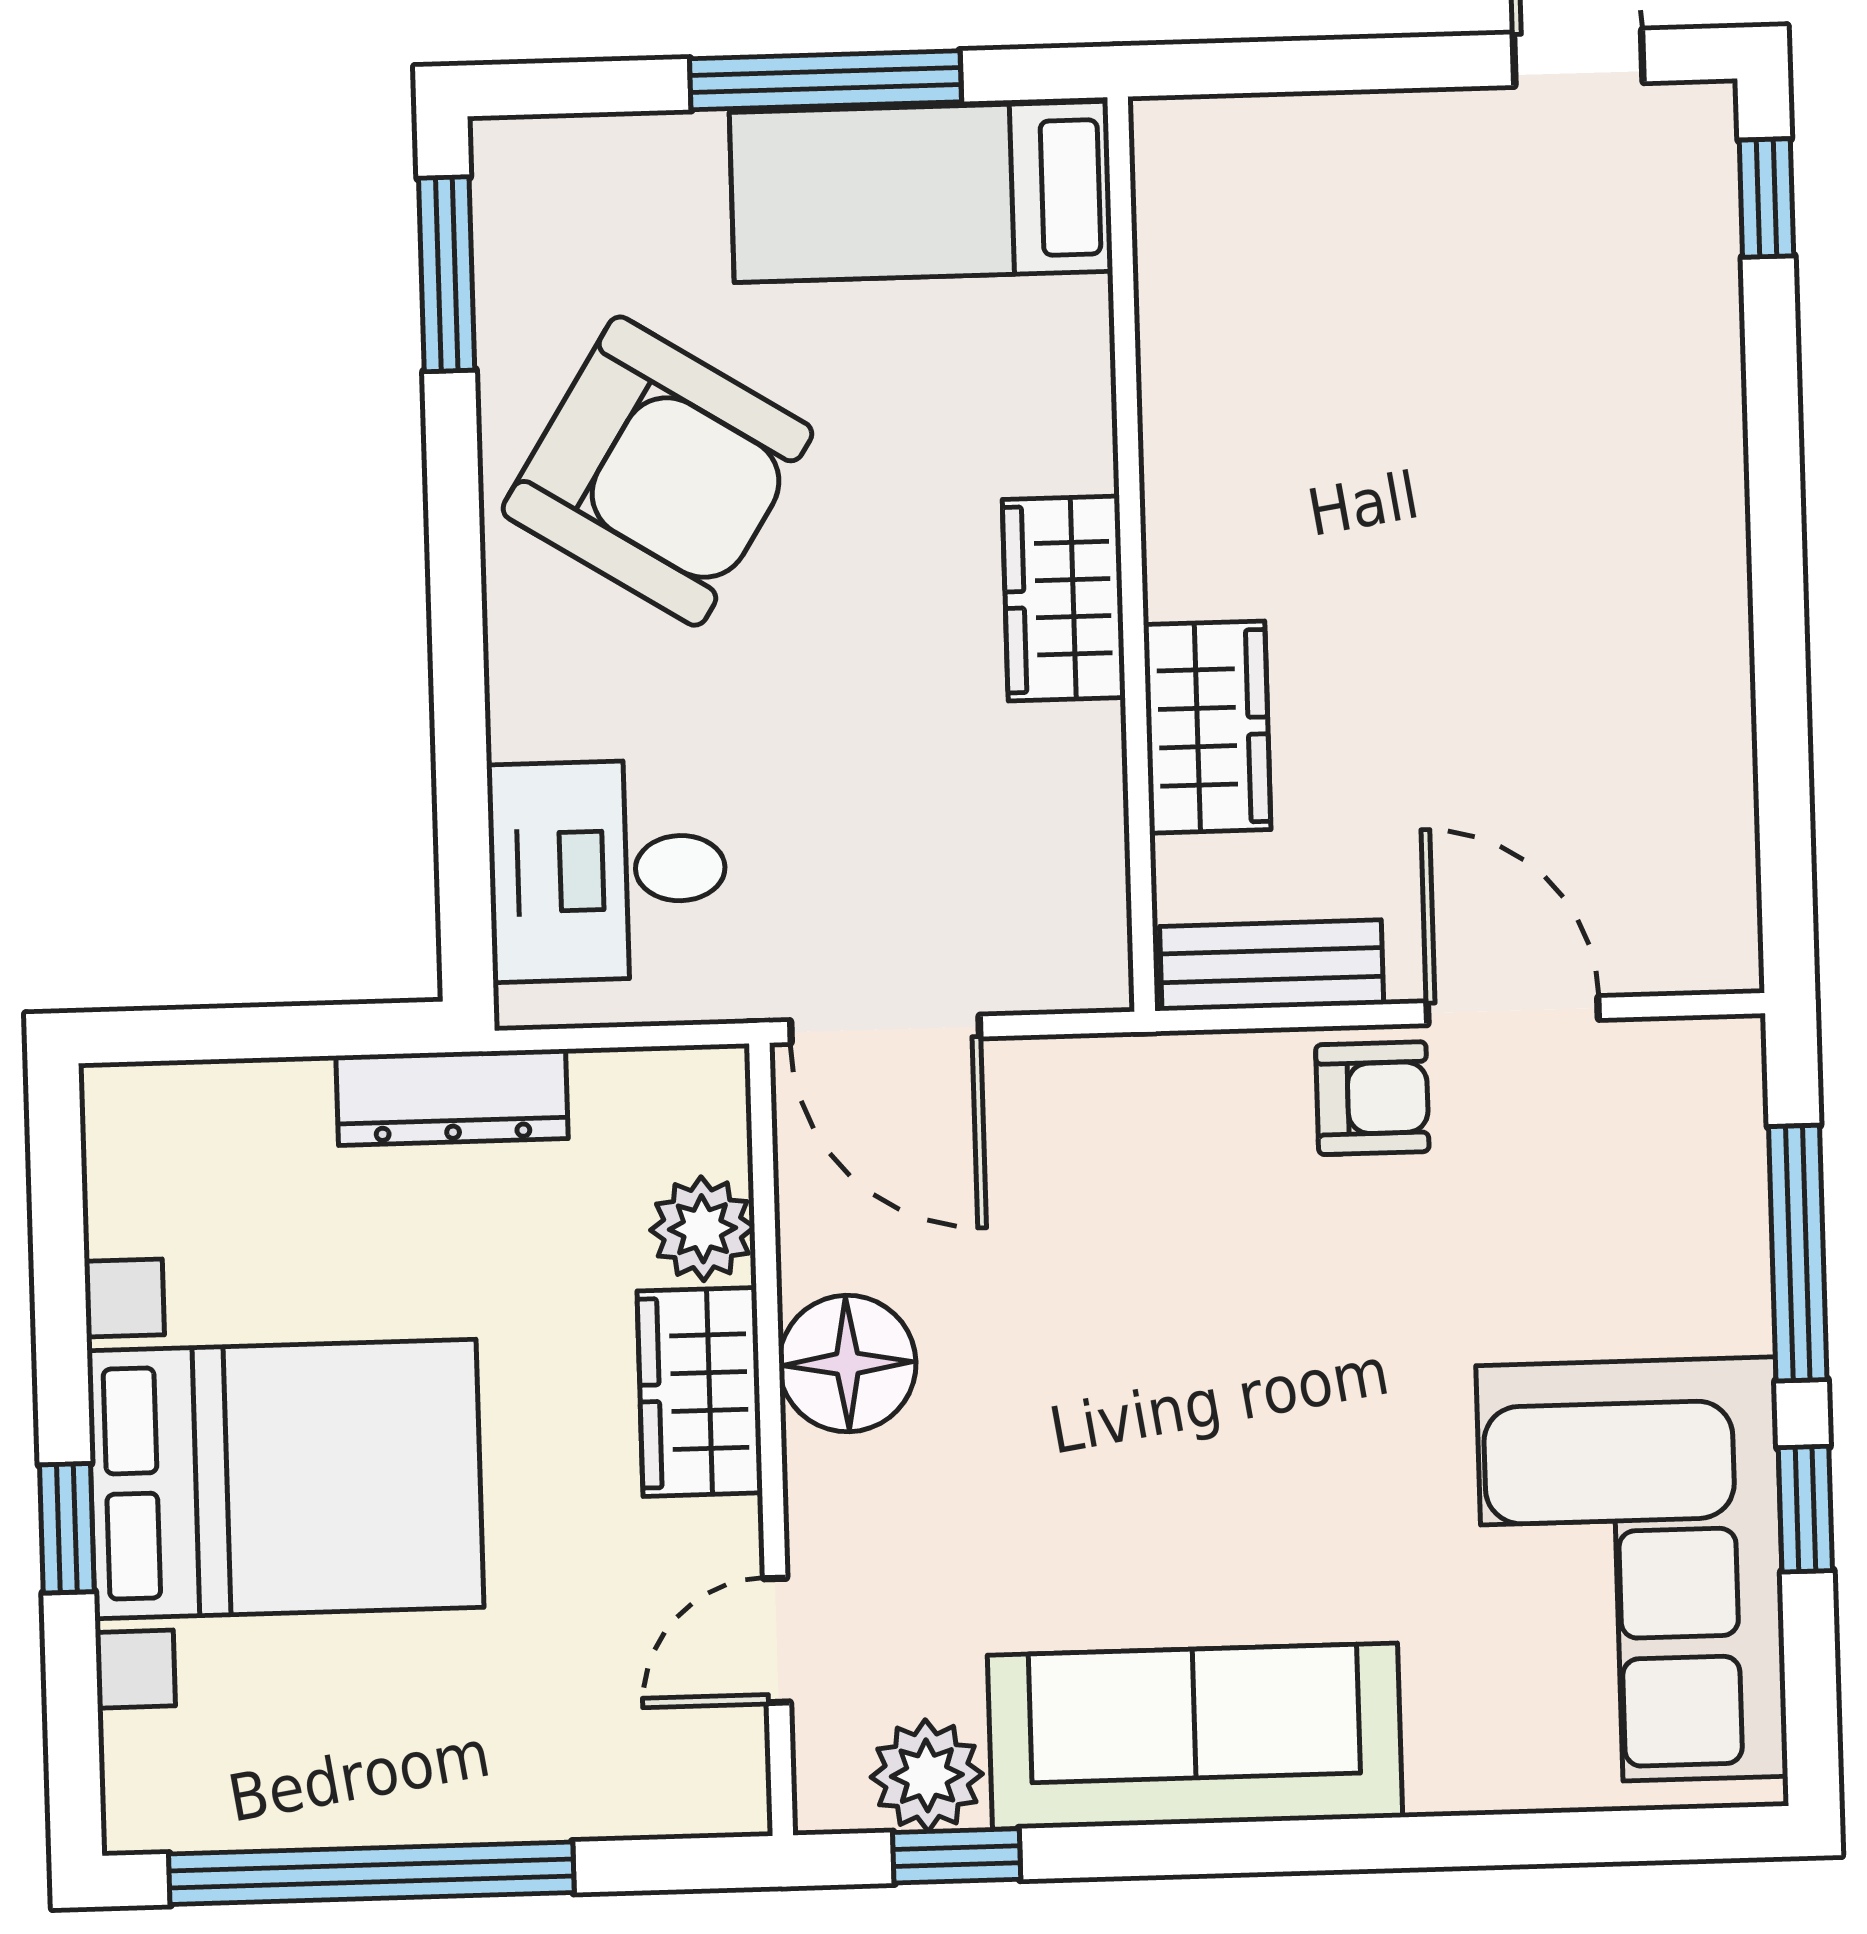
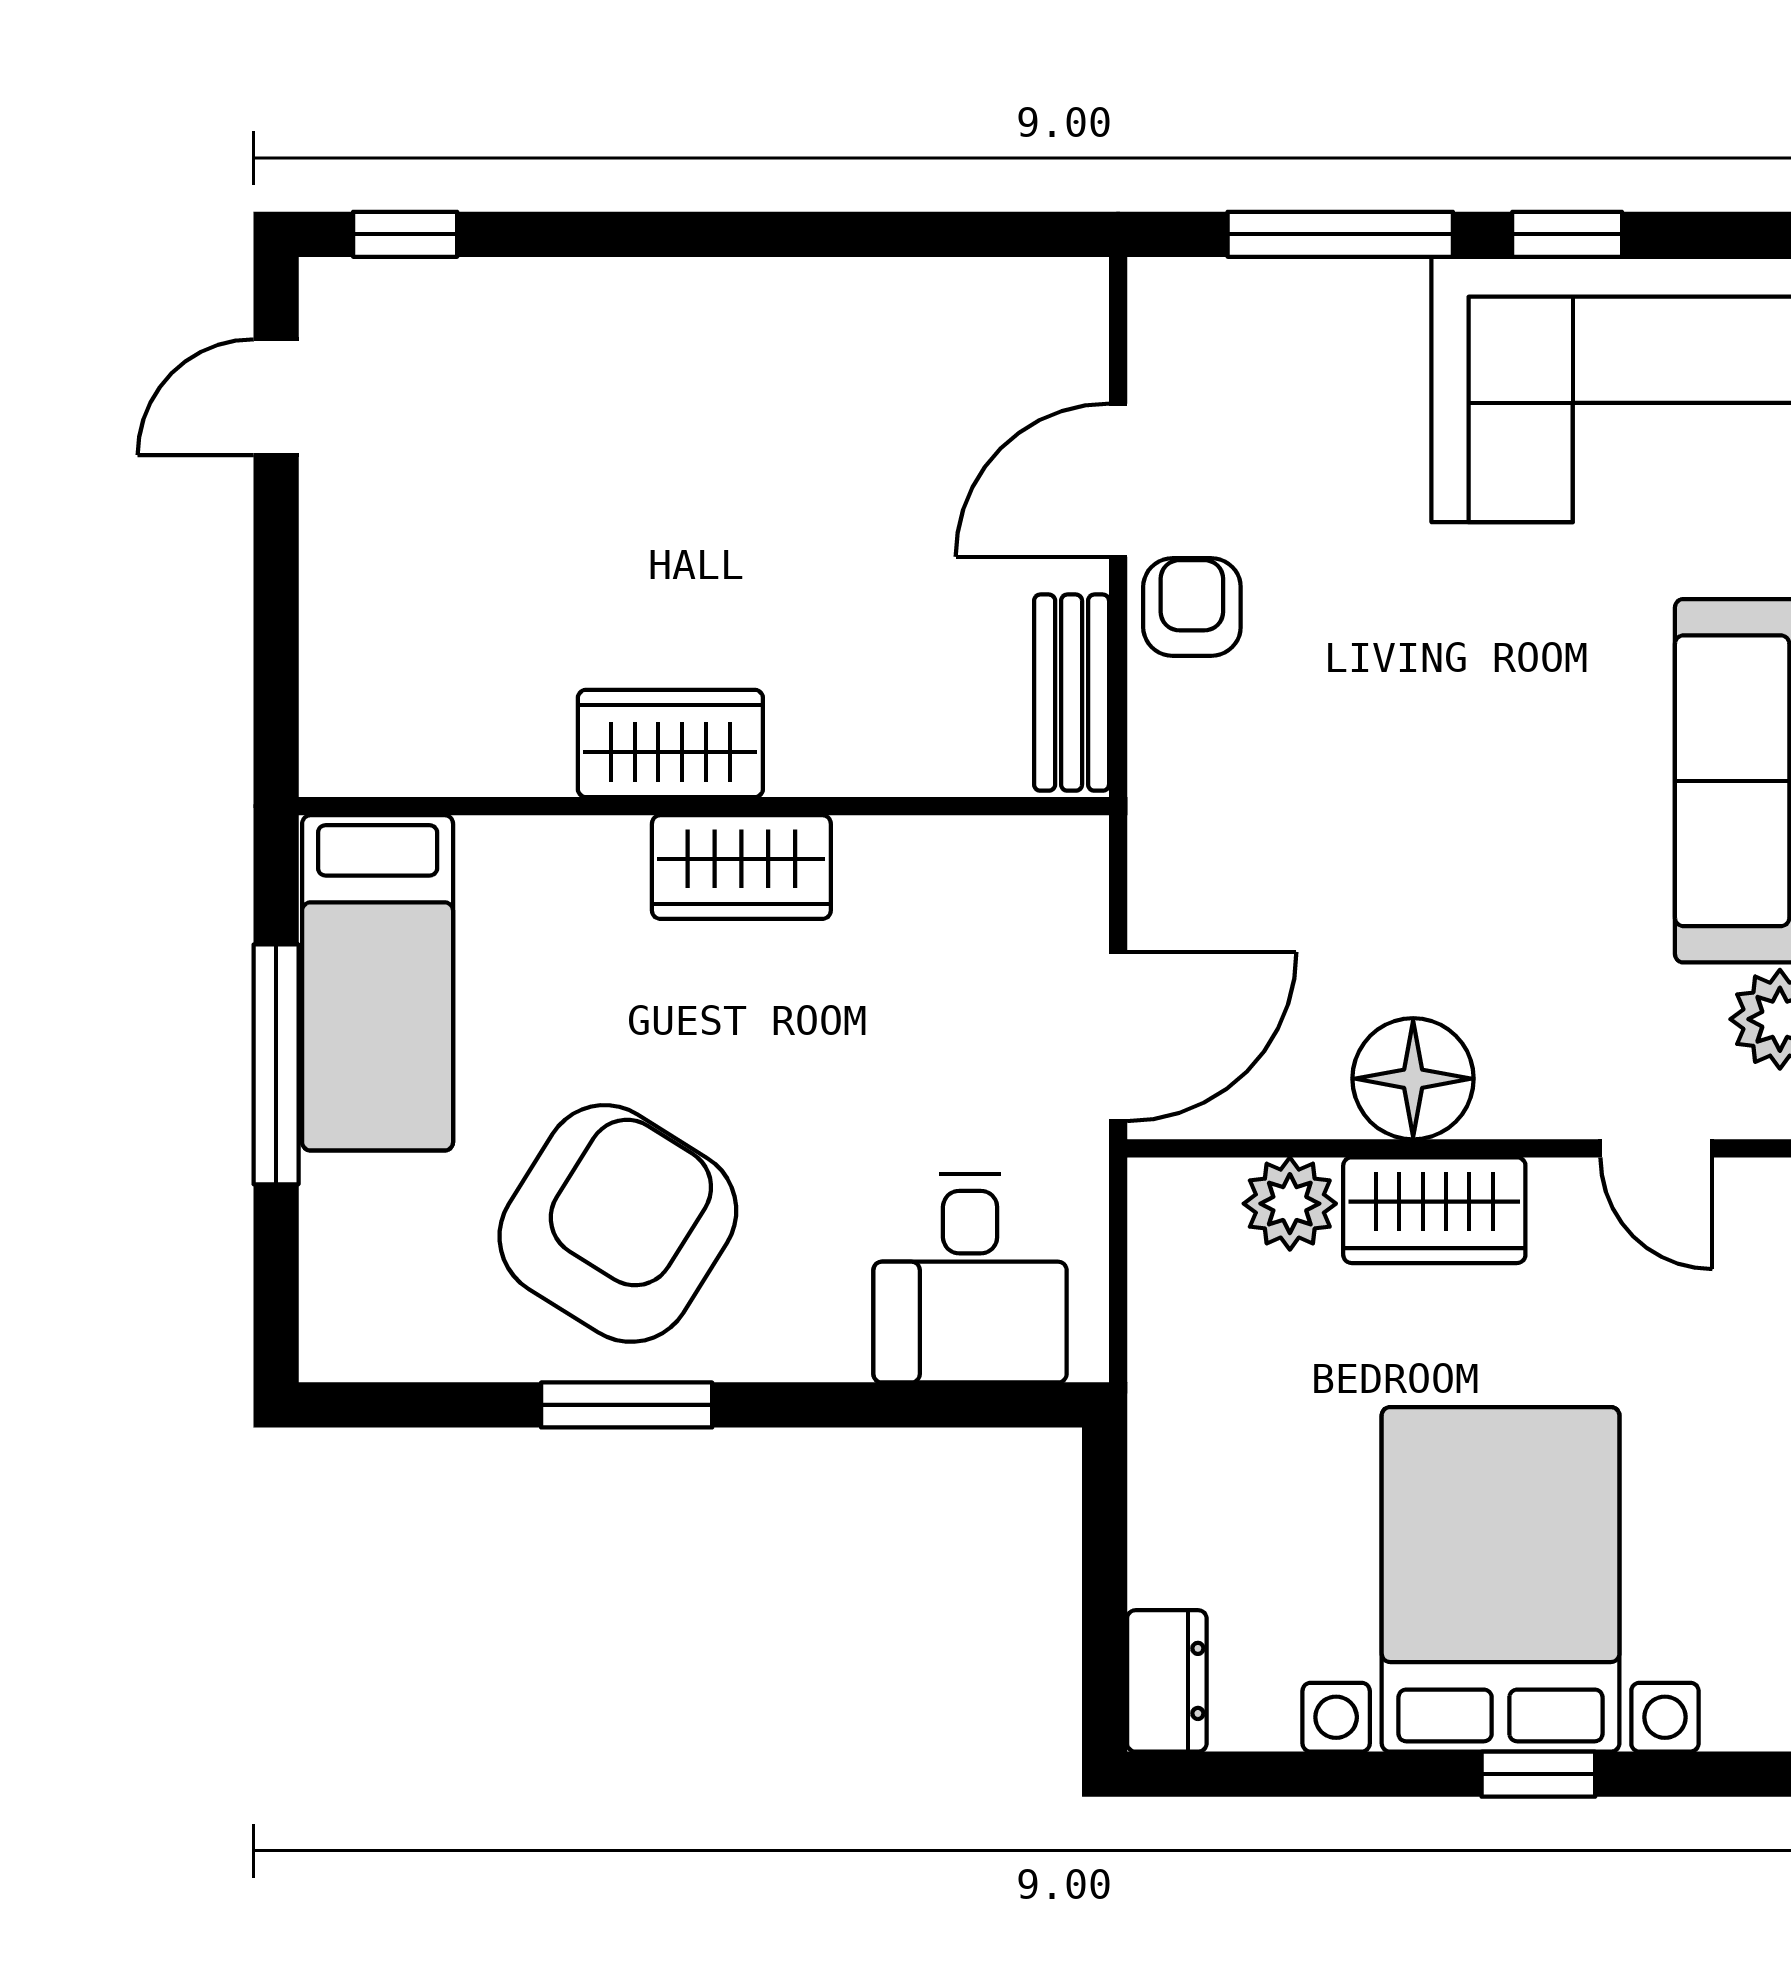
window: (447, 274) -> (627, 1405), moved
wardrobe: (1207, 727) -> (670, 743), moved
dresser: (452, 1097) -> (1167, 1681), moved, width x0.70

